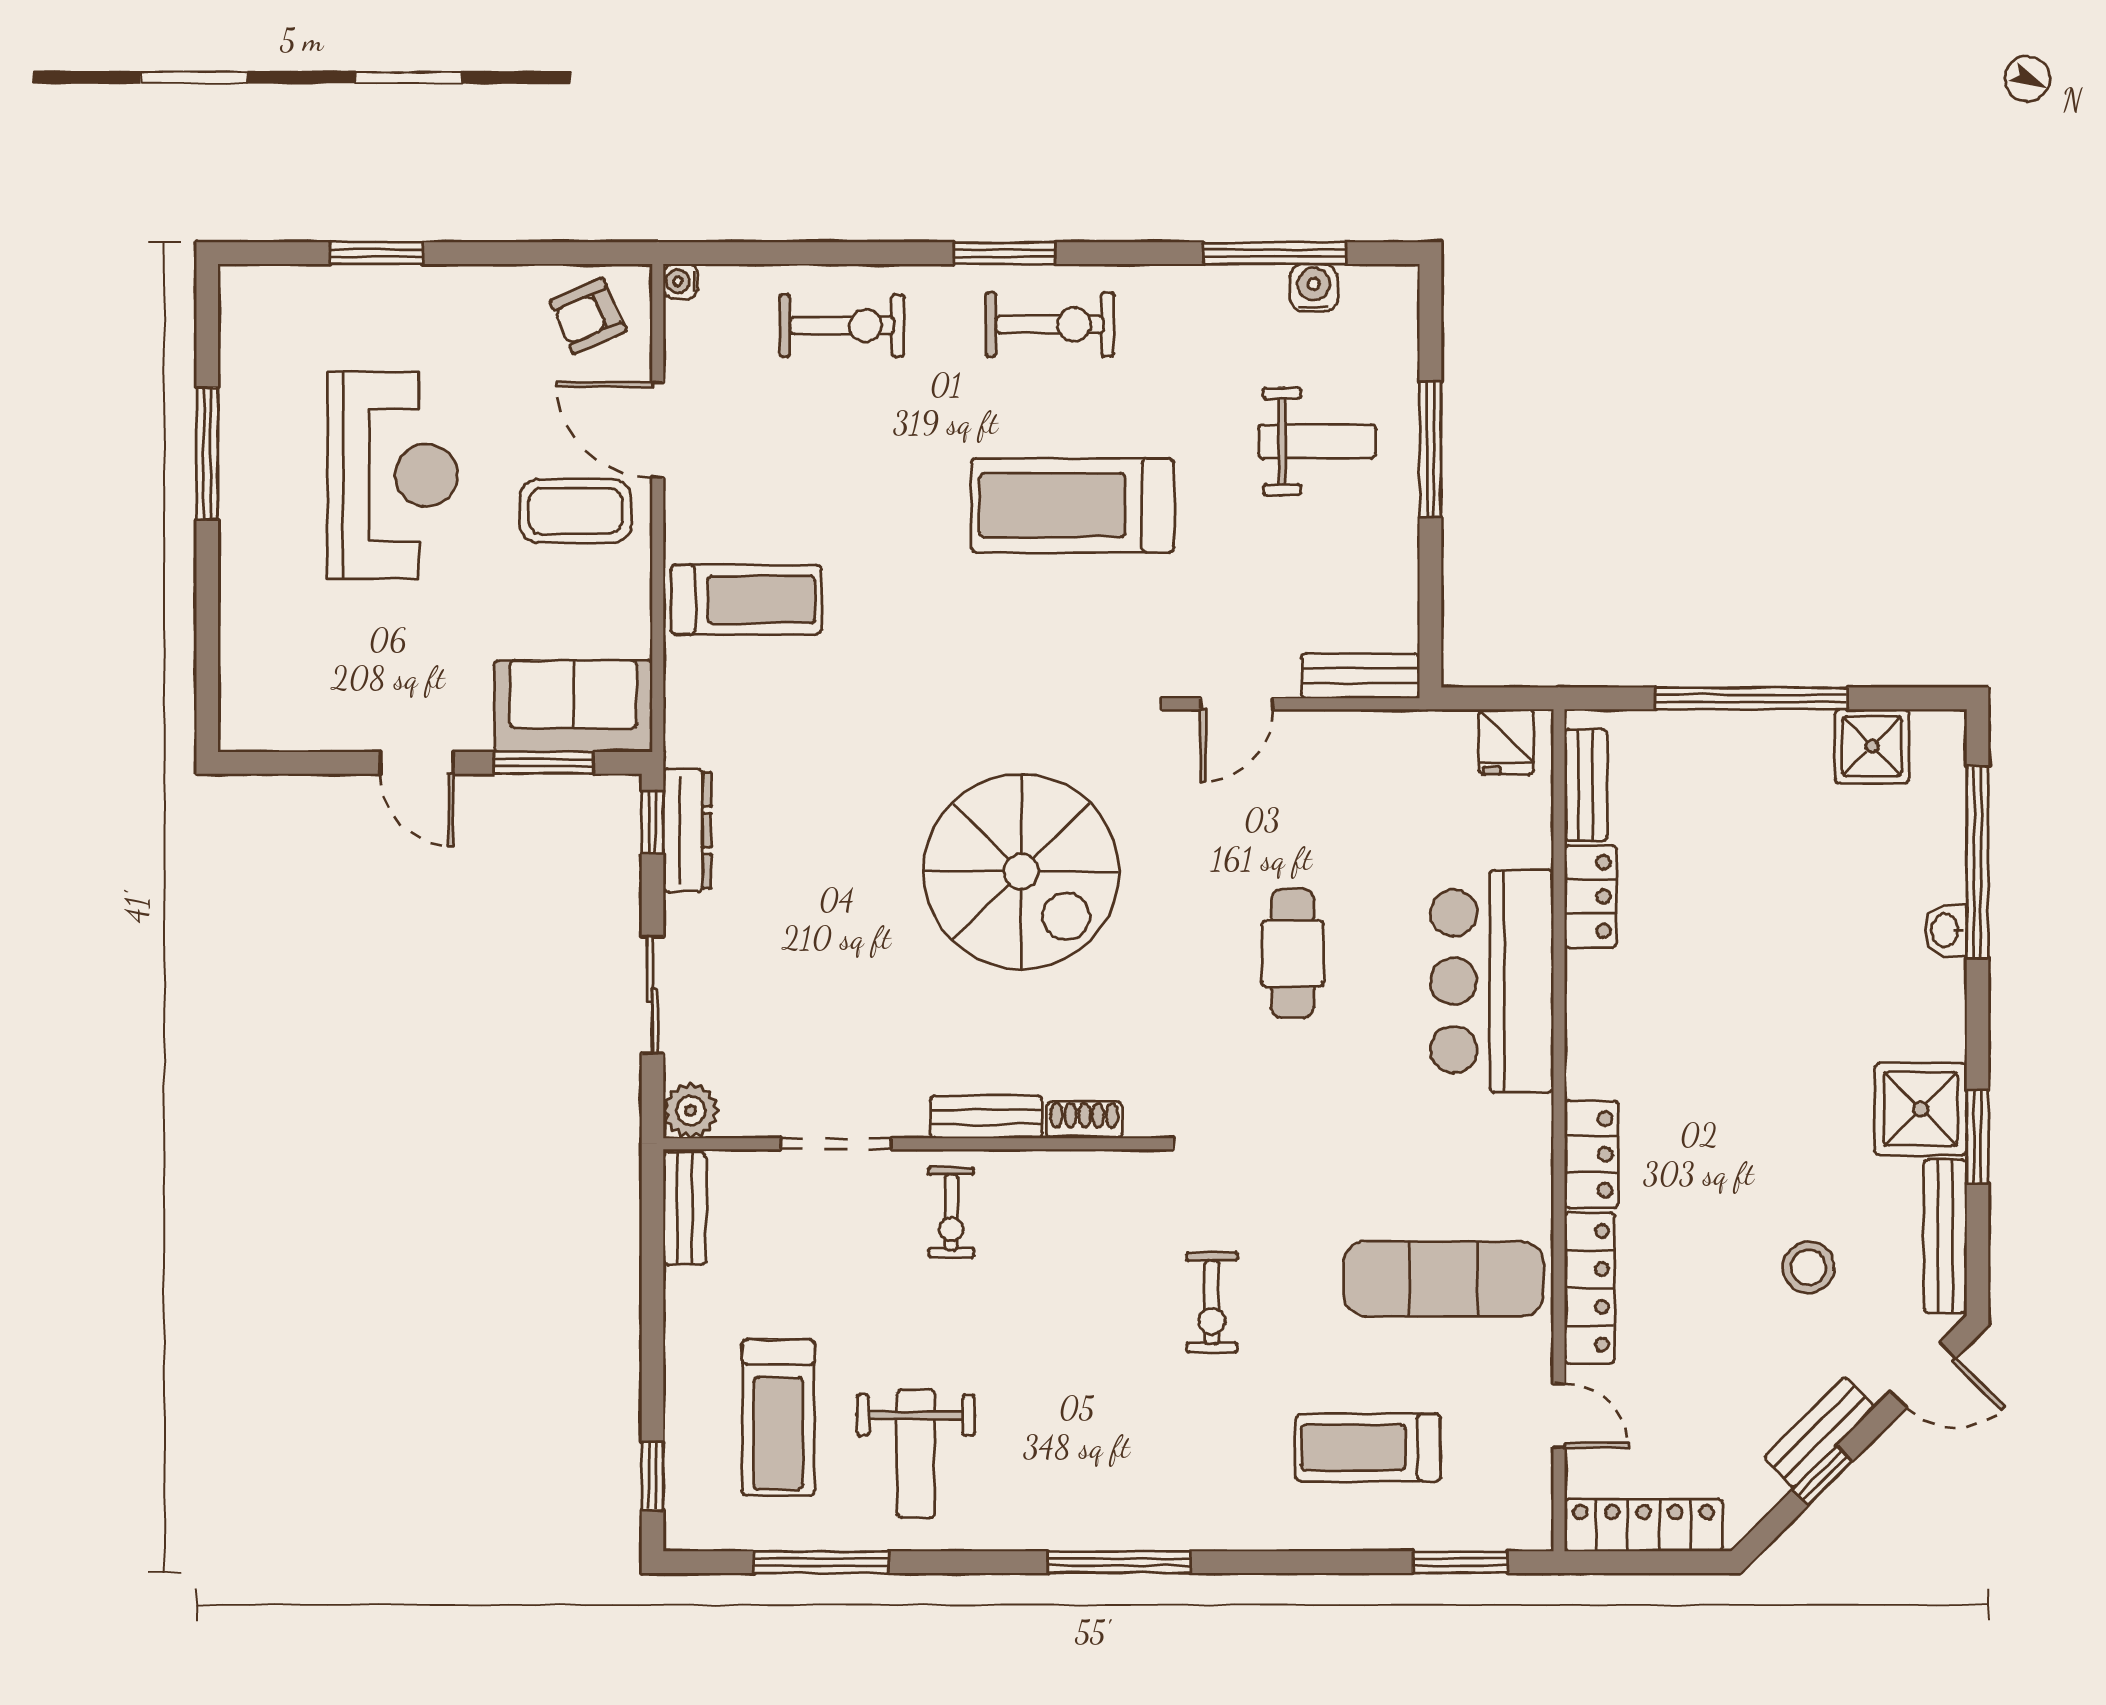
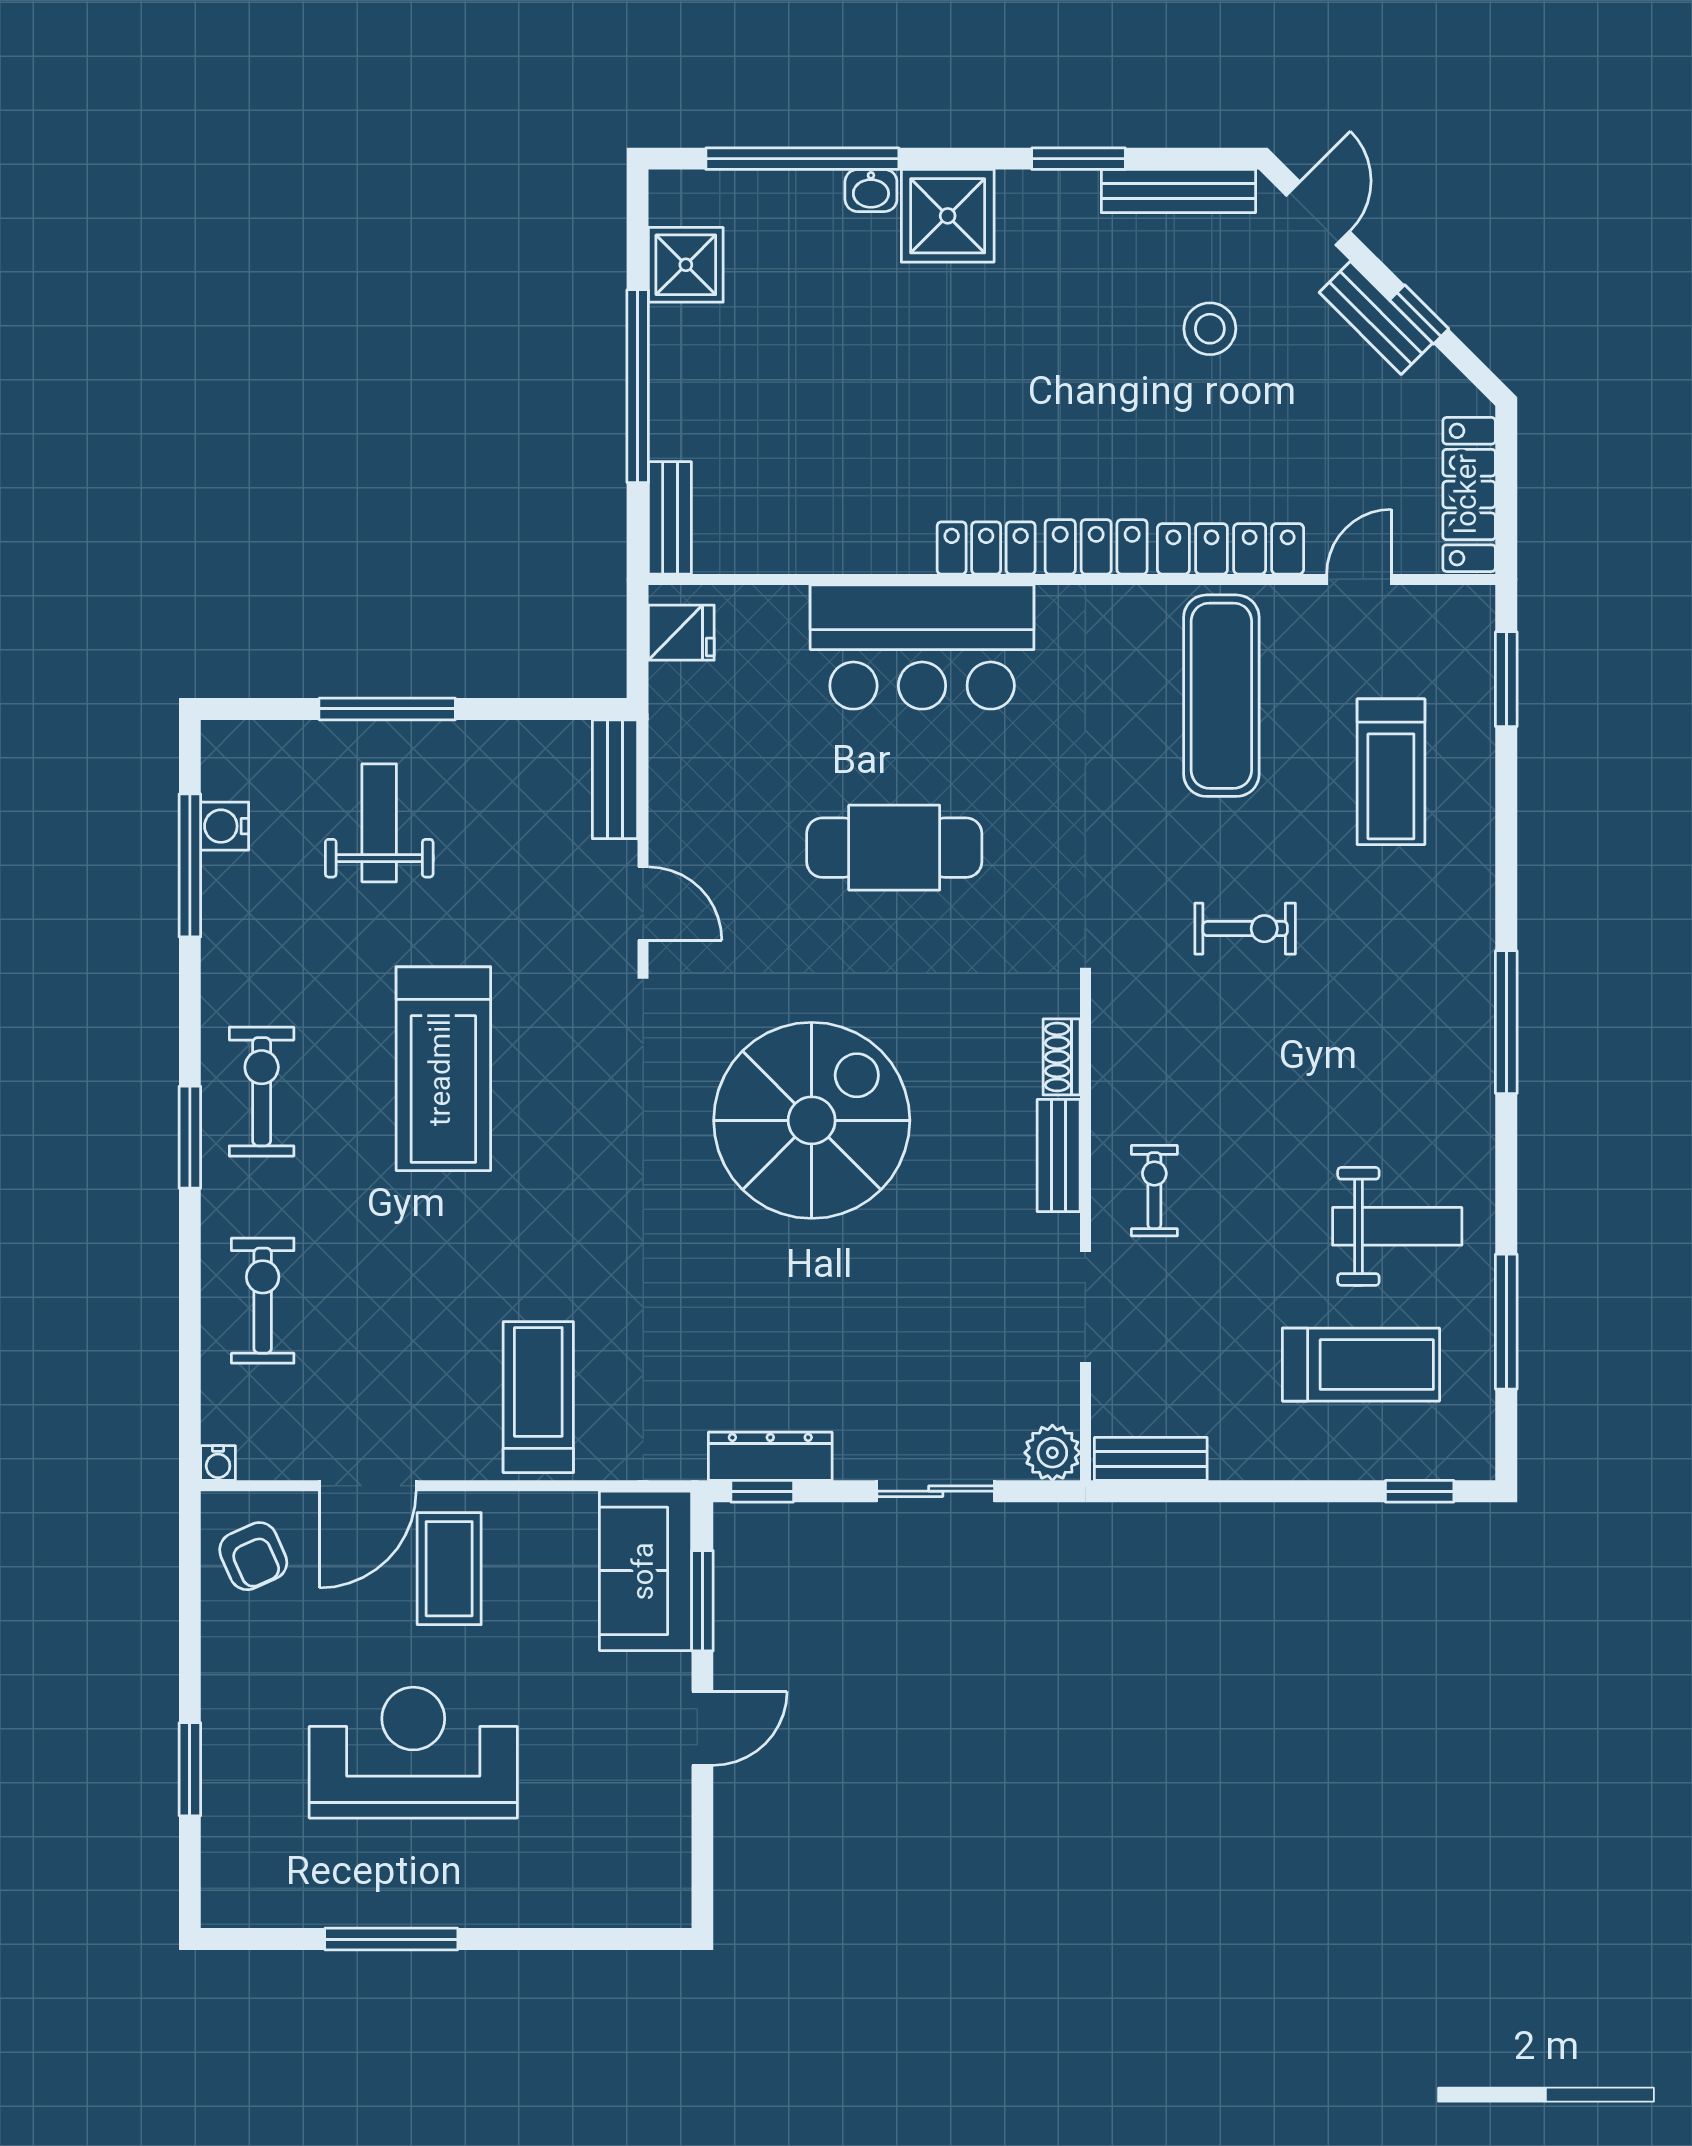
bench: (1586, 785) -> (670, 518), moved, turned 90
locker: (1590, 896) -> (986, 548), moved
cafe table: (1293, 953) -> (894, 848), width x1.37, depth x1.35
shower: (1921, 1109) -> (948, 216), moved
exercise bike: (951, 1212) -> (1154, 1191), turned -90

